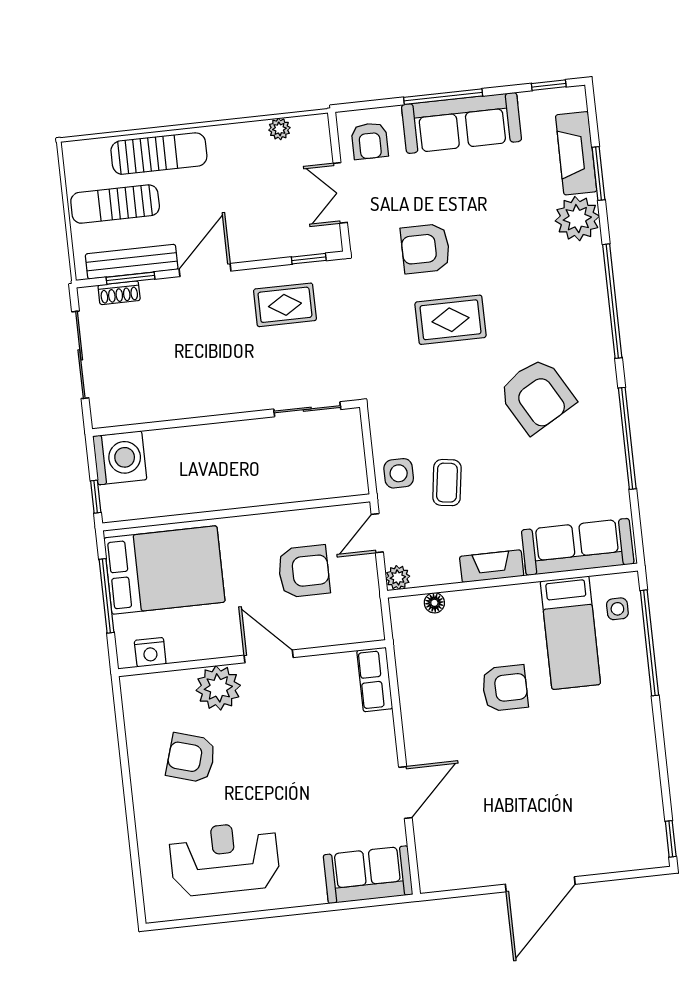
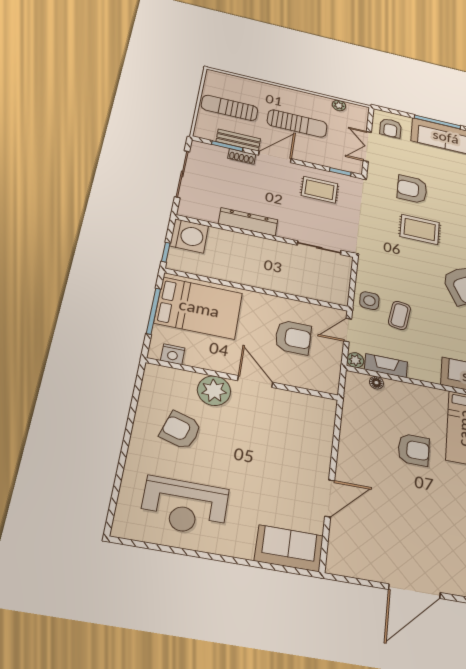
sun lounger: (159, 154) -> (297, 123), moved
bench: (132, 262) -> (238, 140), width x0.73
shoe rack: (119, 293) -> (242, 156), moved
dresser: (195, 403) -> (248, 222), added
fireplace: (492, 566) -> (386, 366), moved
row of seats: (375, 679) -> (325, 418), removed
reception desk: (224, 859) -> (184, 506), turned 180

